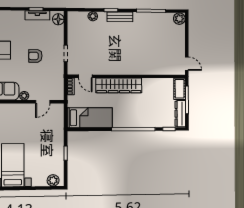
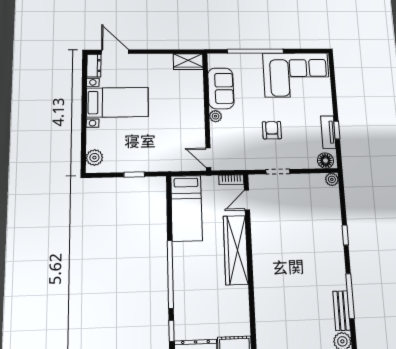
plant: (93, 16) -> (332, 179), moved
bench: (120, 17) -> (342, 311), moved
door: (43, 102) -> (208, 158), moved

